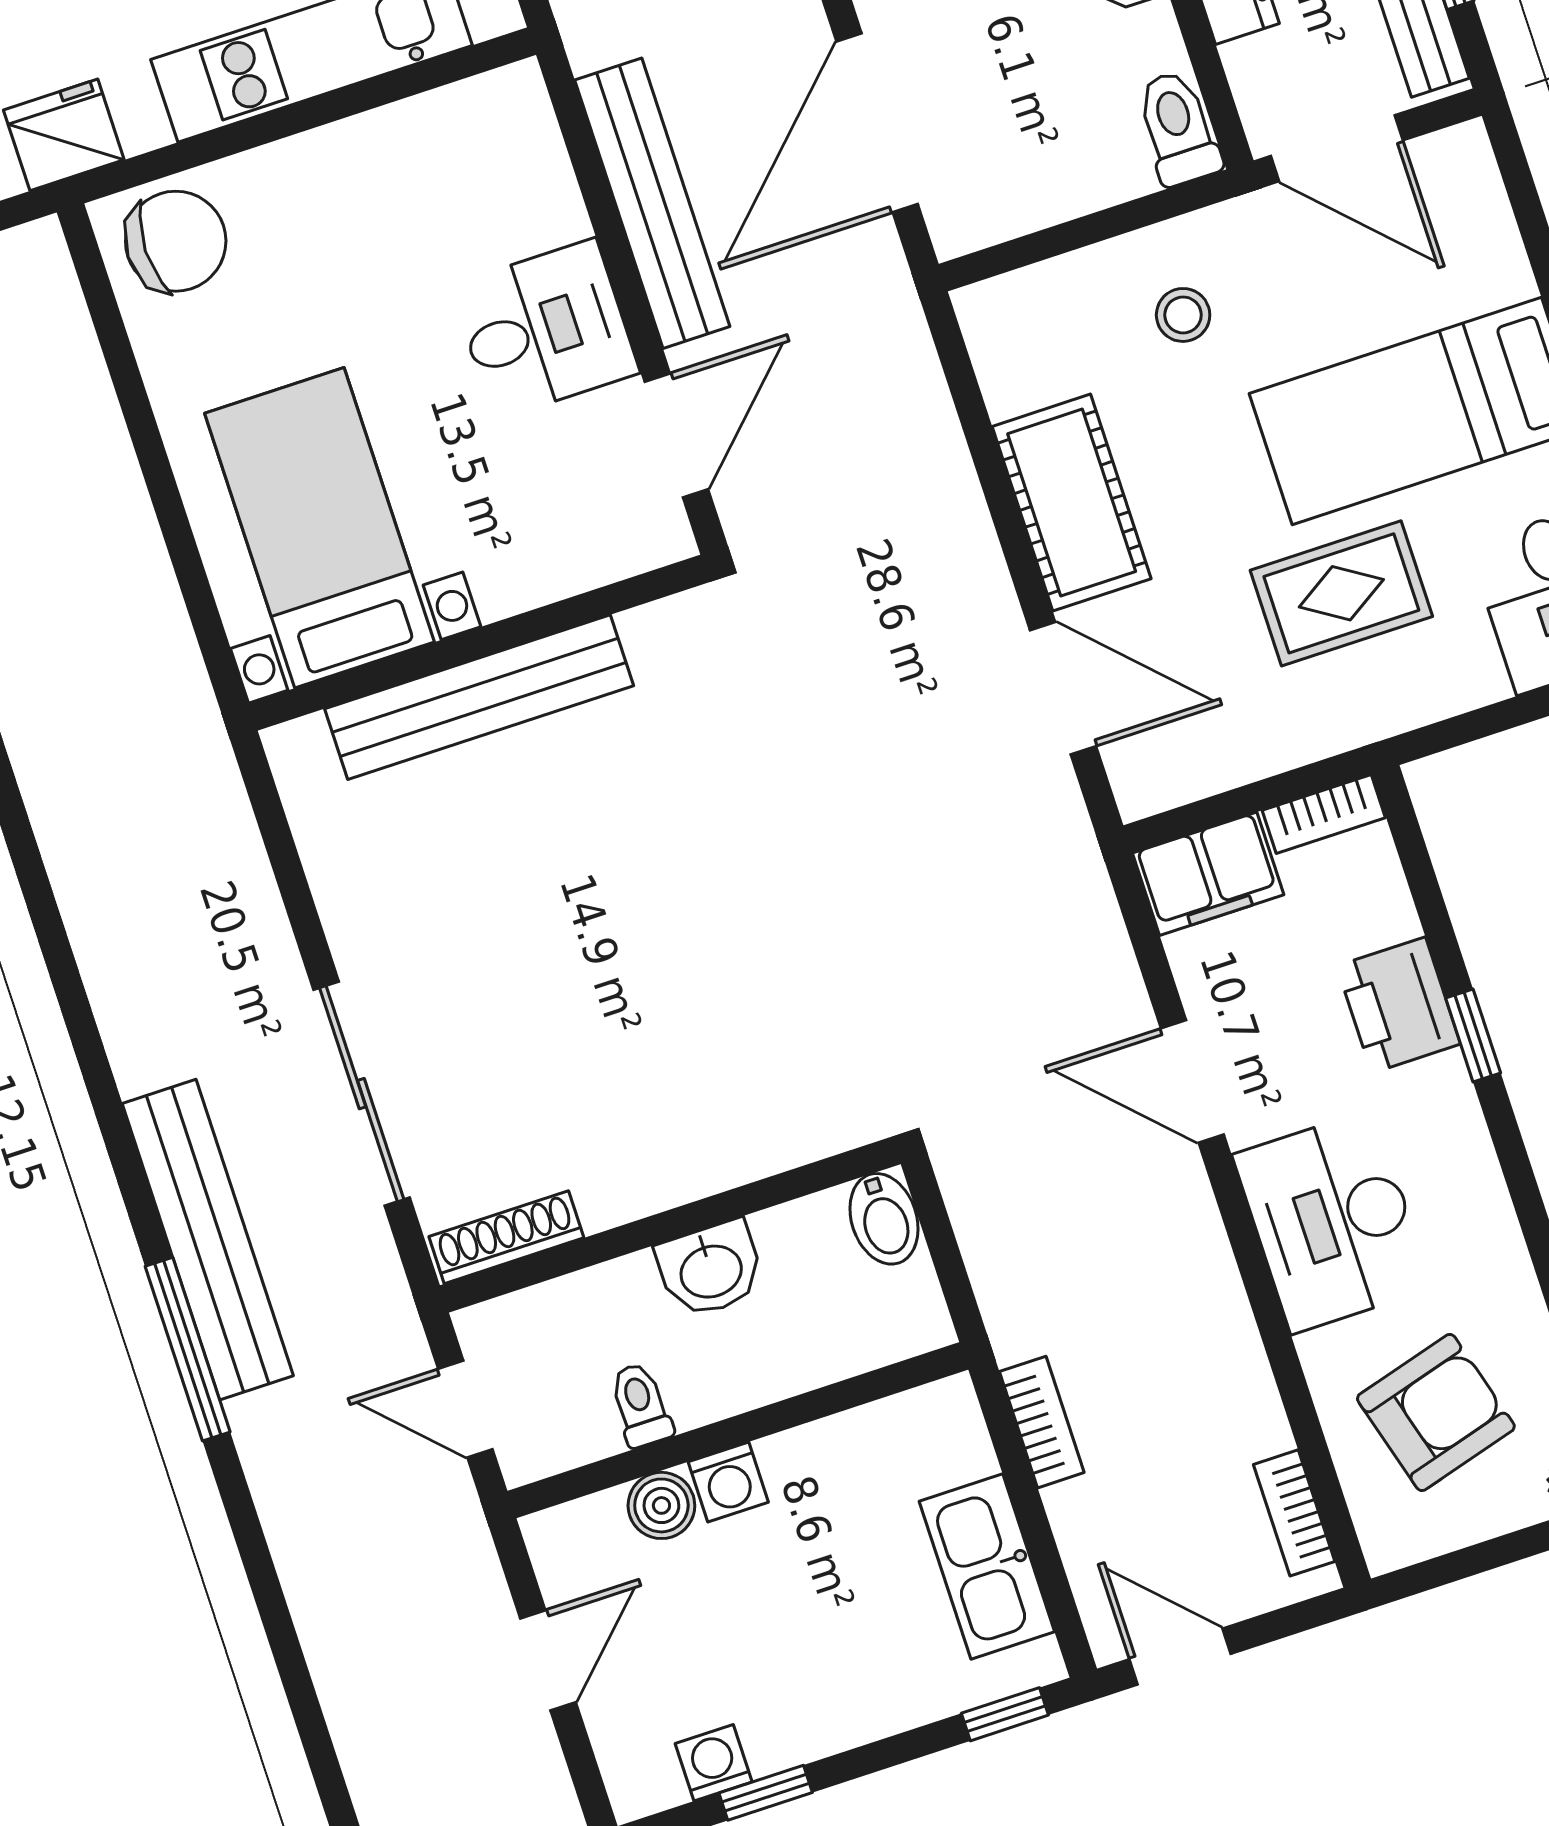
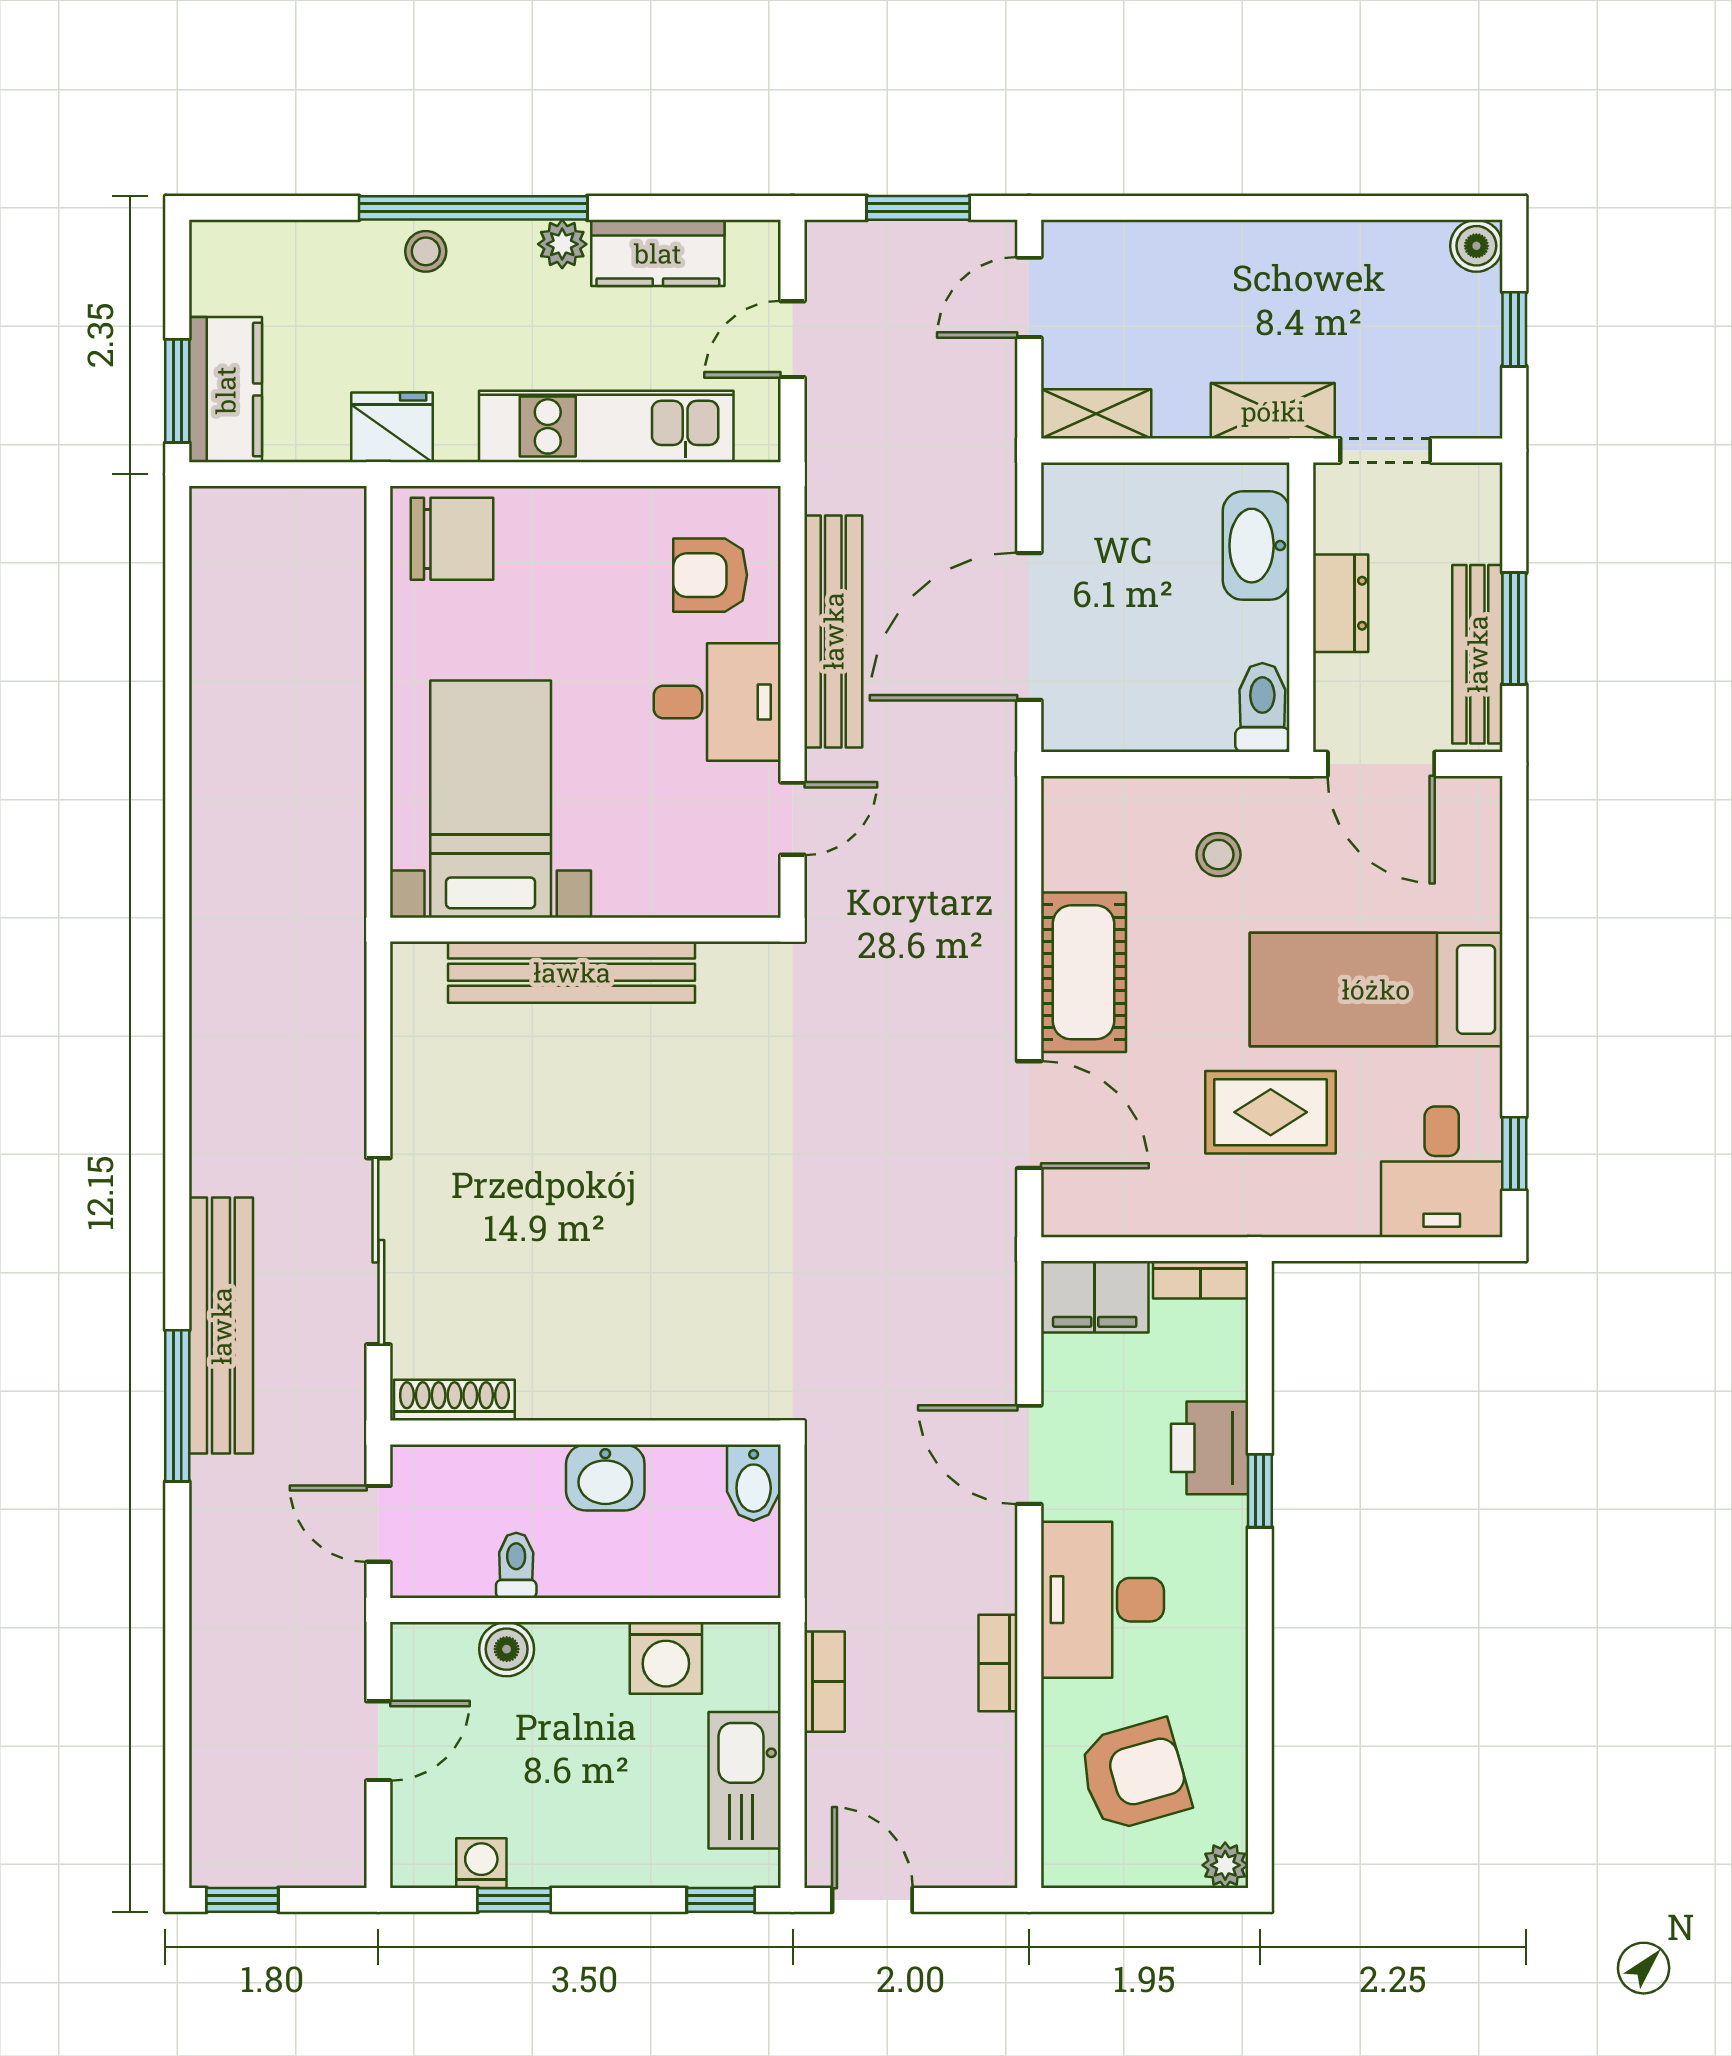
armchair: (488, 185) -> (710, 575), added
door: (676, 435) -> (793, 819), width x0.73
washing machine: (728, 1482) -> (666, 1658), moved, width x1.38, depth x1.38
bookcase: (1294, 1513) -> (998, 1663), moved

